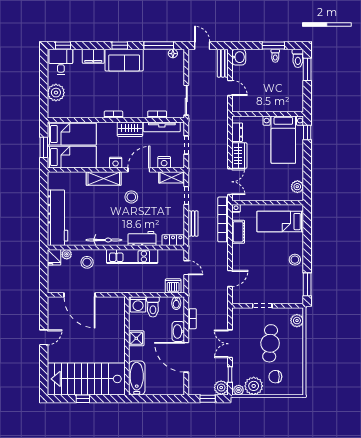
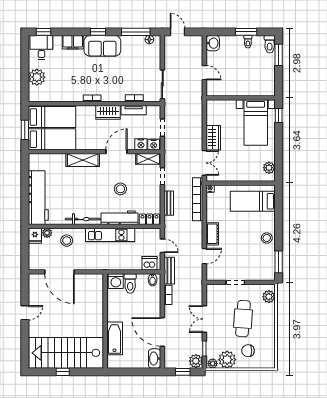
bench: (223, 63) -> (169, 271), moved
tv unit: (162, 127) -> (134, 110), width x0.71
dresser: (237, 132) -> (211, 115), removed
nightstand: (116, 163) -> (154, 145), moved
stool: (131, 197) -> (120, 189), moved
cot: (238, 232) -> (212, 234), moved
workbench: (142, 239) -> (120, 218), width x1.38
washbasin: (178, 331) -> (155, 359), moved
shower: (136, 338) -> (114, 314), removed
bathtub: (137, 378) -> (115, 338), moved

